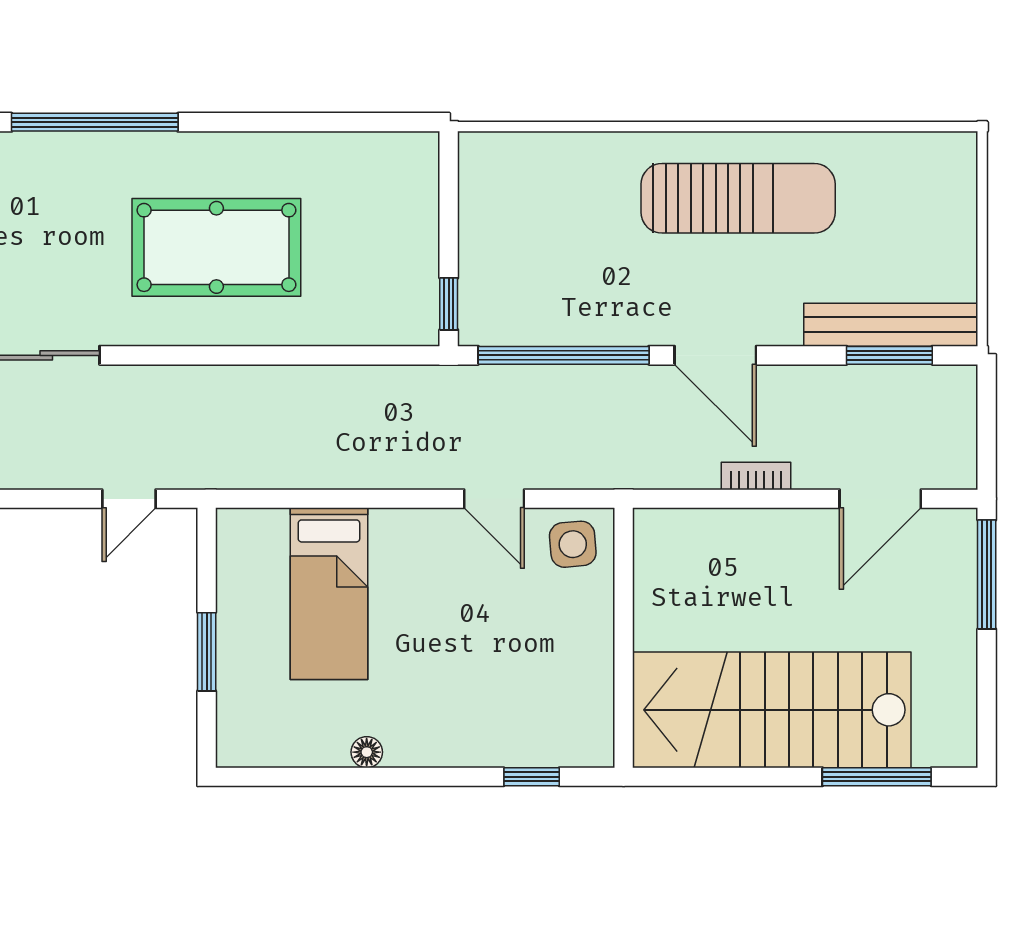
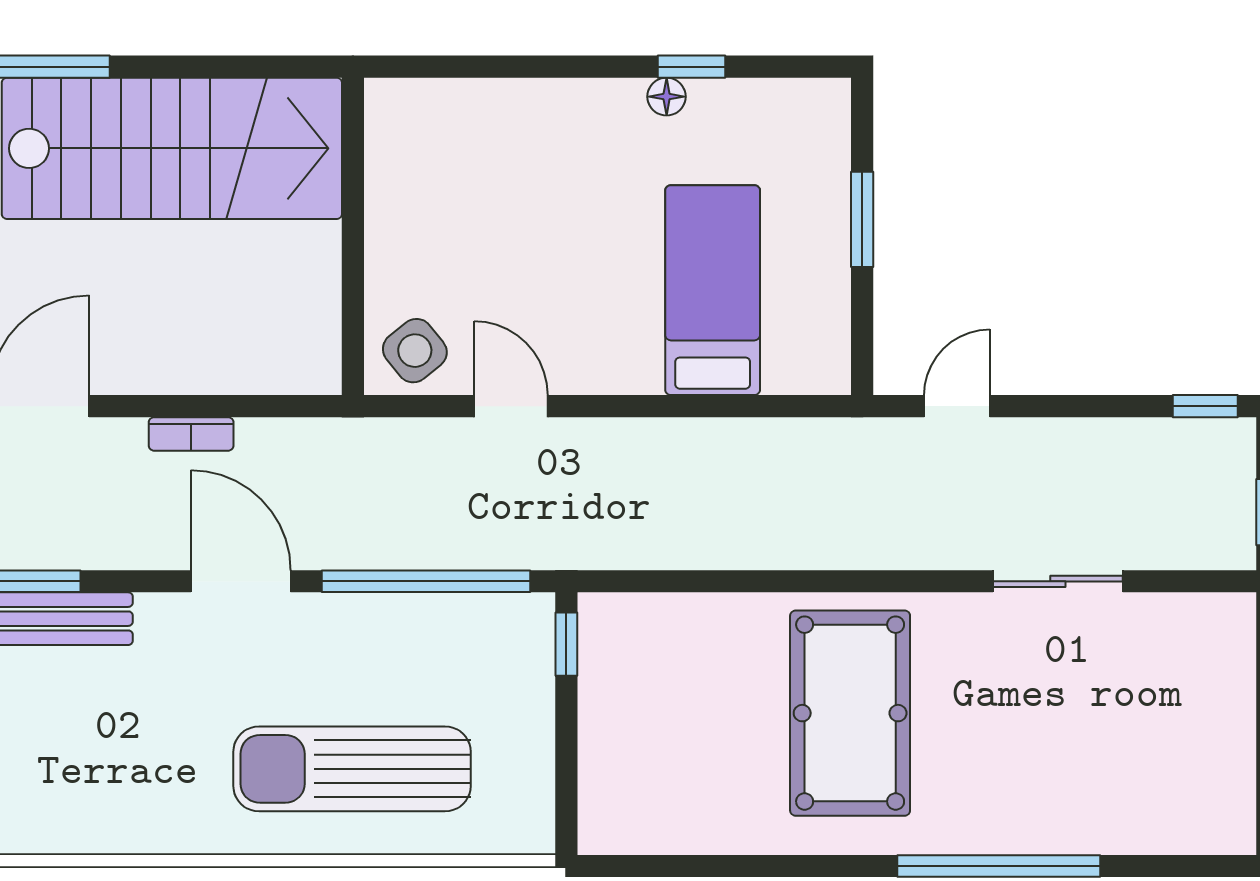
sun lounger: (738, 198) -> (352, 769), moved
pool table: (216, 247) -> (850, 713), turned 90
side table: (573, 544) -> (415, 351), turned -34
window: (532, 777) -> (691, 67), moved

